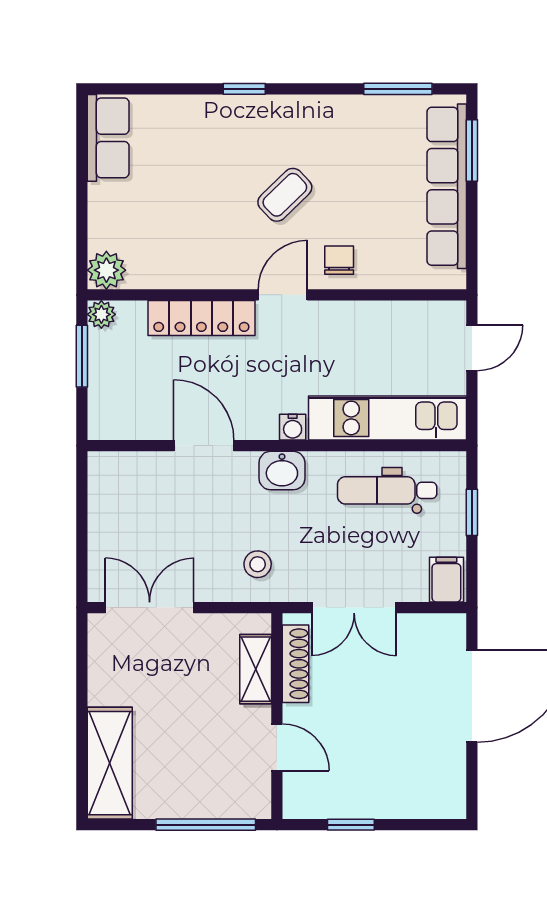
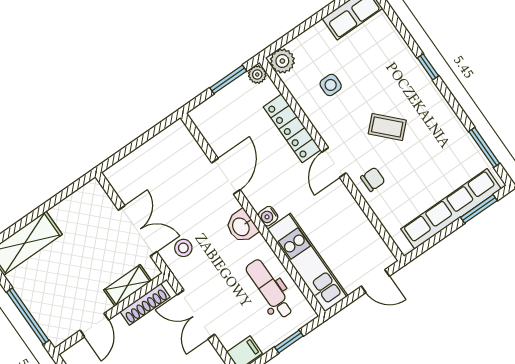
side table: (180, 230) -> (331, 85), added
door: (283, 295) -> (334, 163), swing flipped
double door: (150, 608) -> (138, 231), moved

